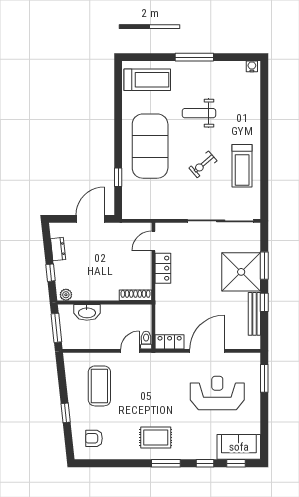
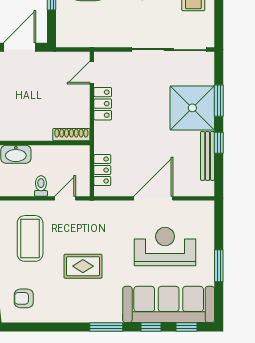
toilet: (146, 340) -> (41, 186), moved
locker: (170, 342) -> (102, 170), moved, turned 90
window: (264, 378) -> (219, 266), moved
rug: (156, 438) -> (83, 266), moved
sofa: (239, 447) -> (169, 304), width x1.85, depth x1.27

